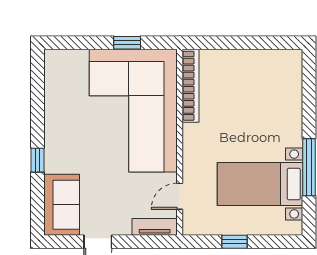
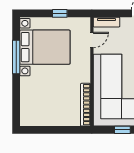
bed with nightstands: (260, 184) -> (45, 47), width x1.36

